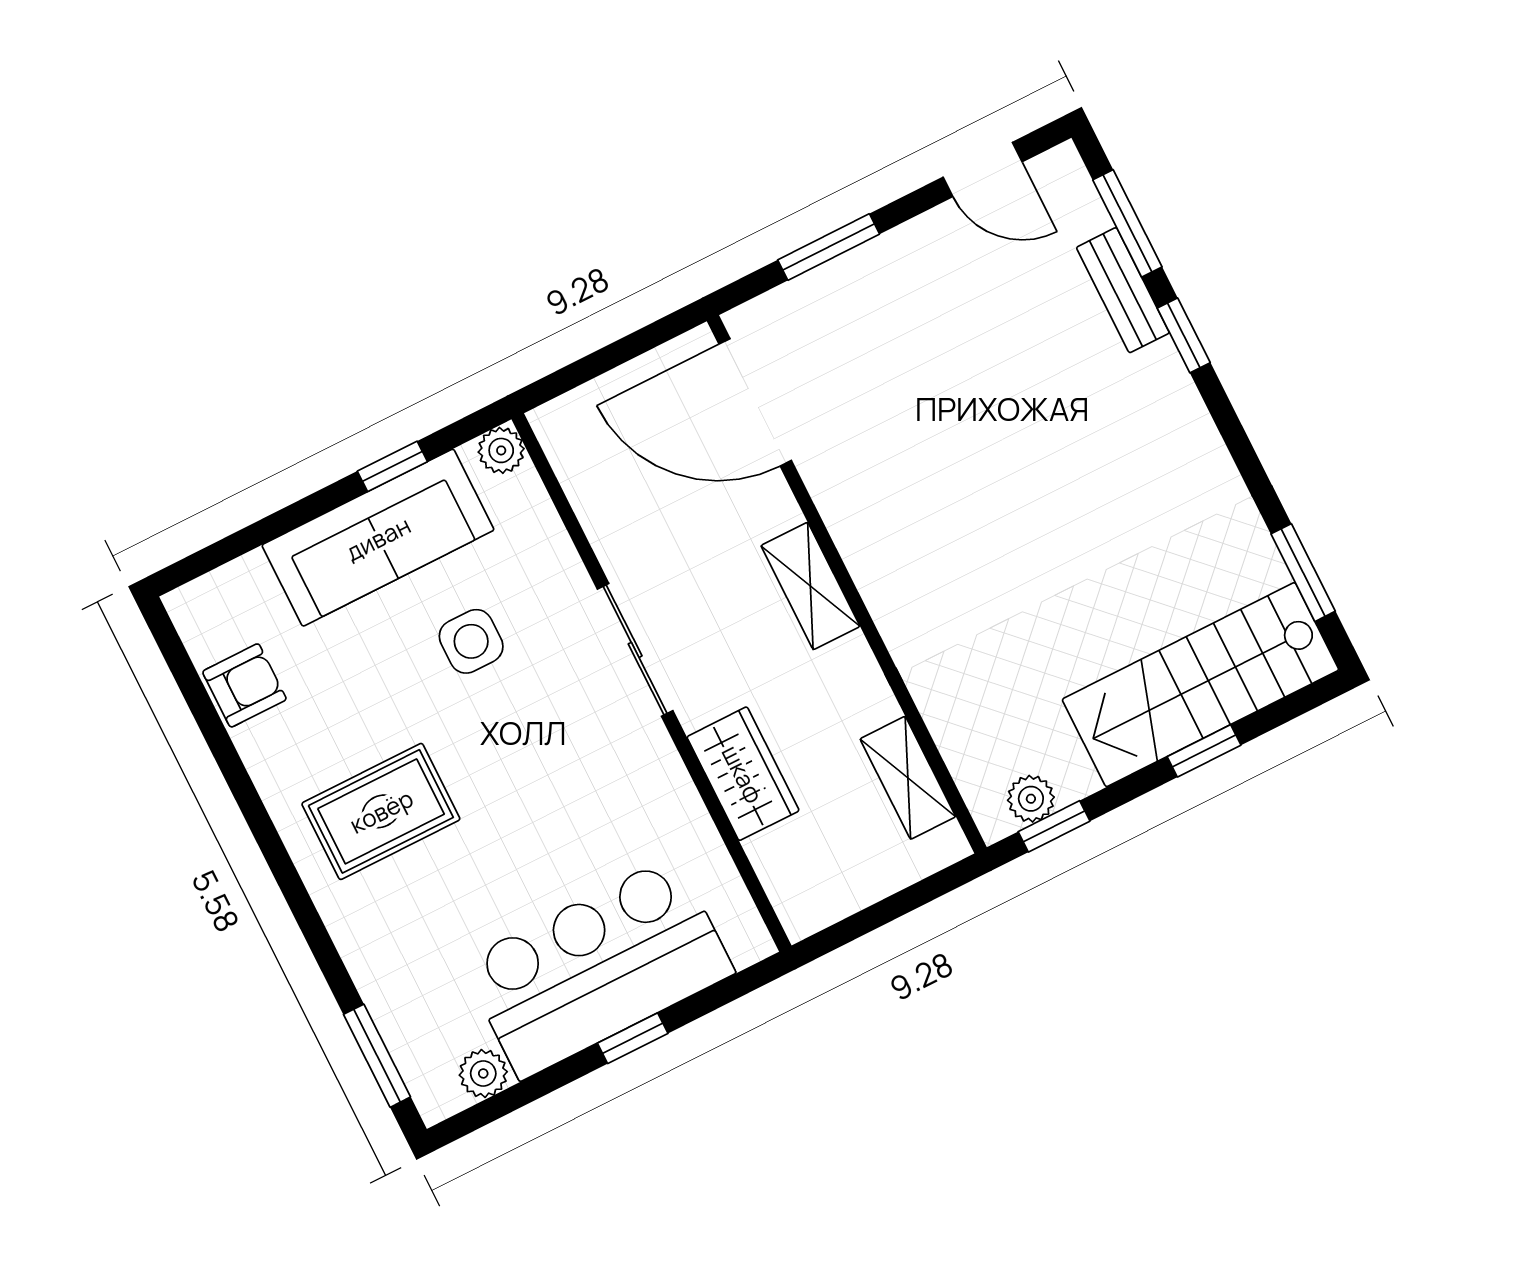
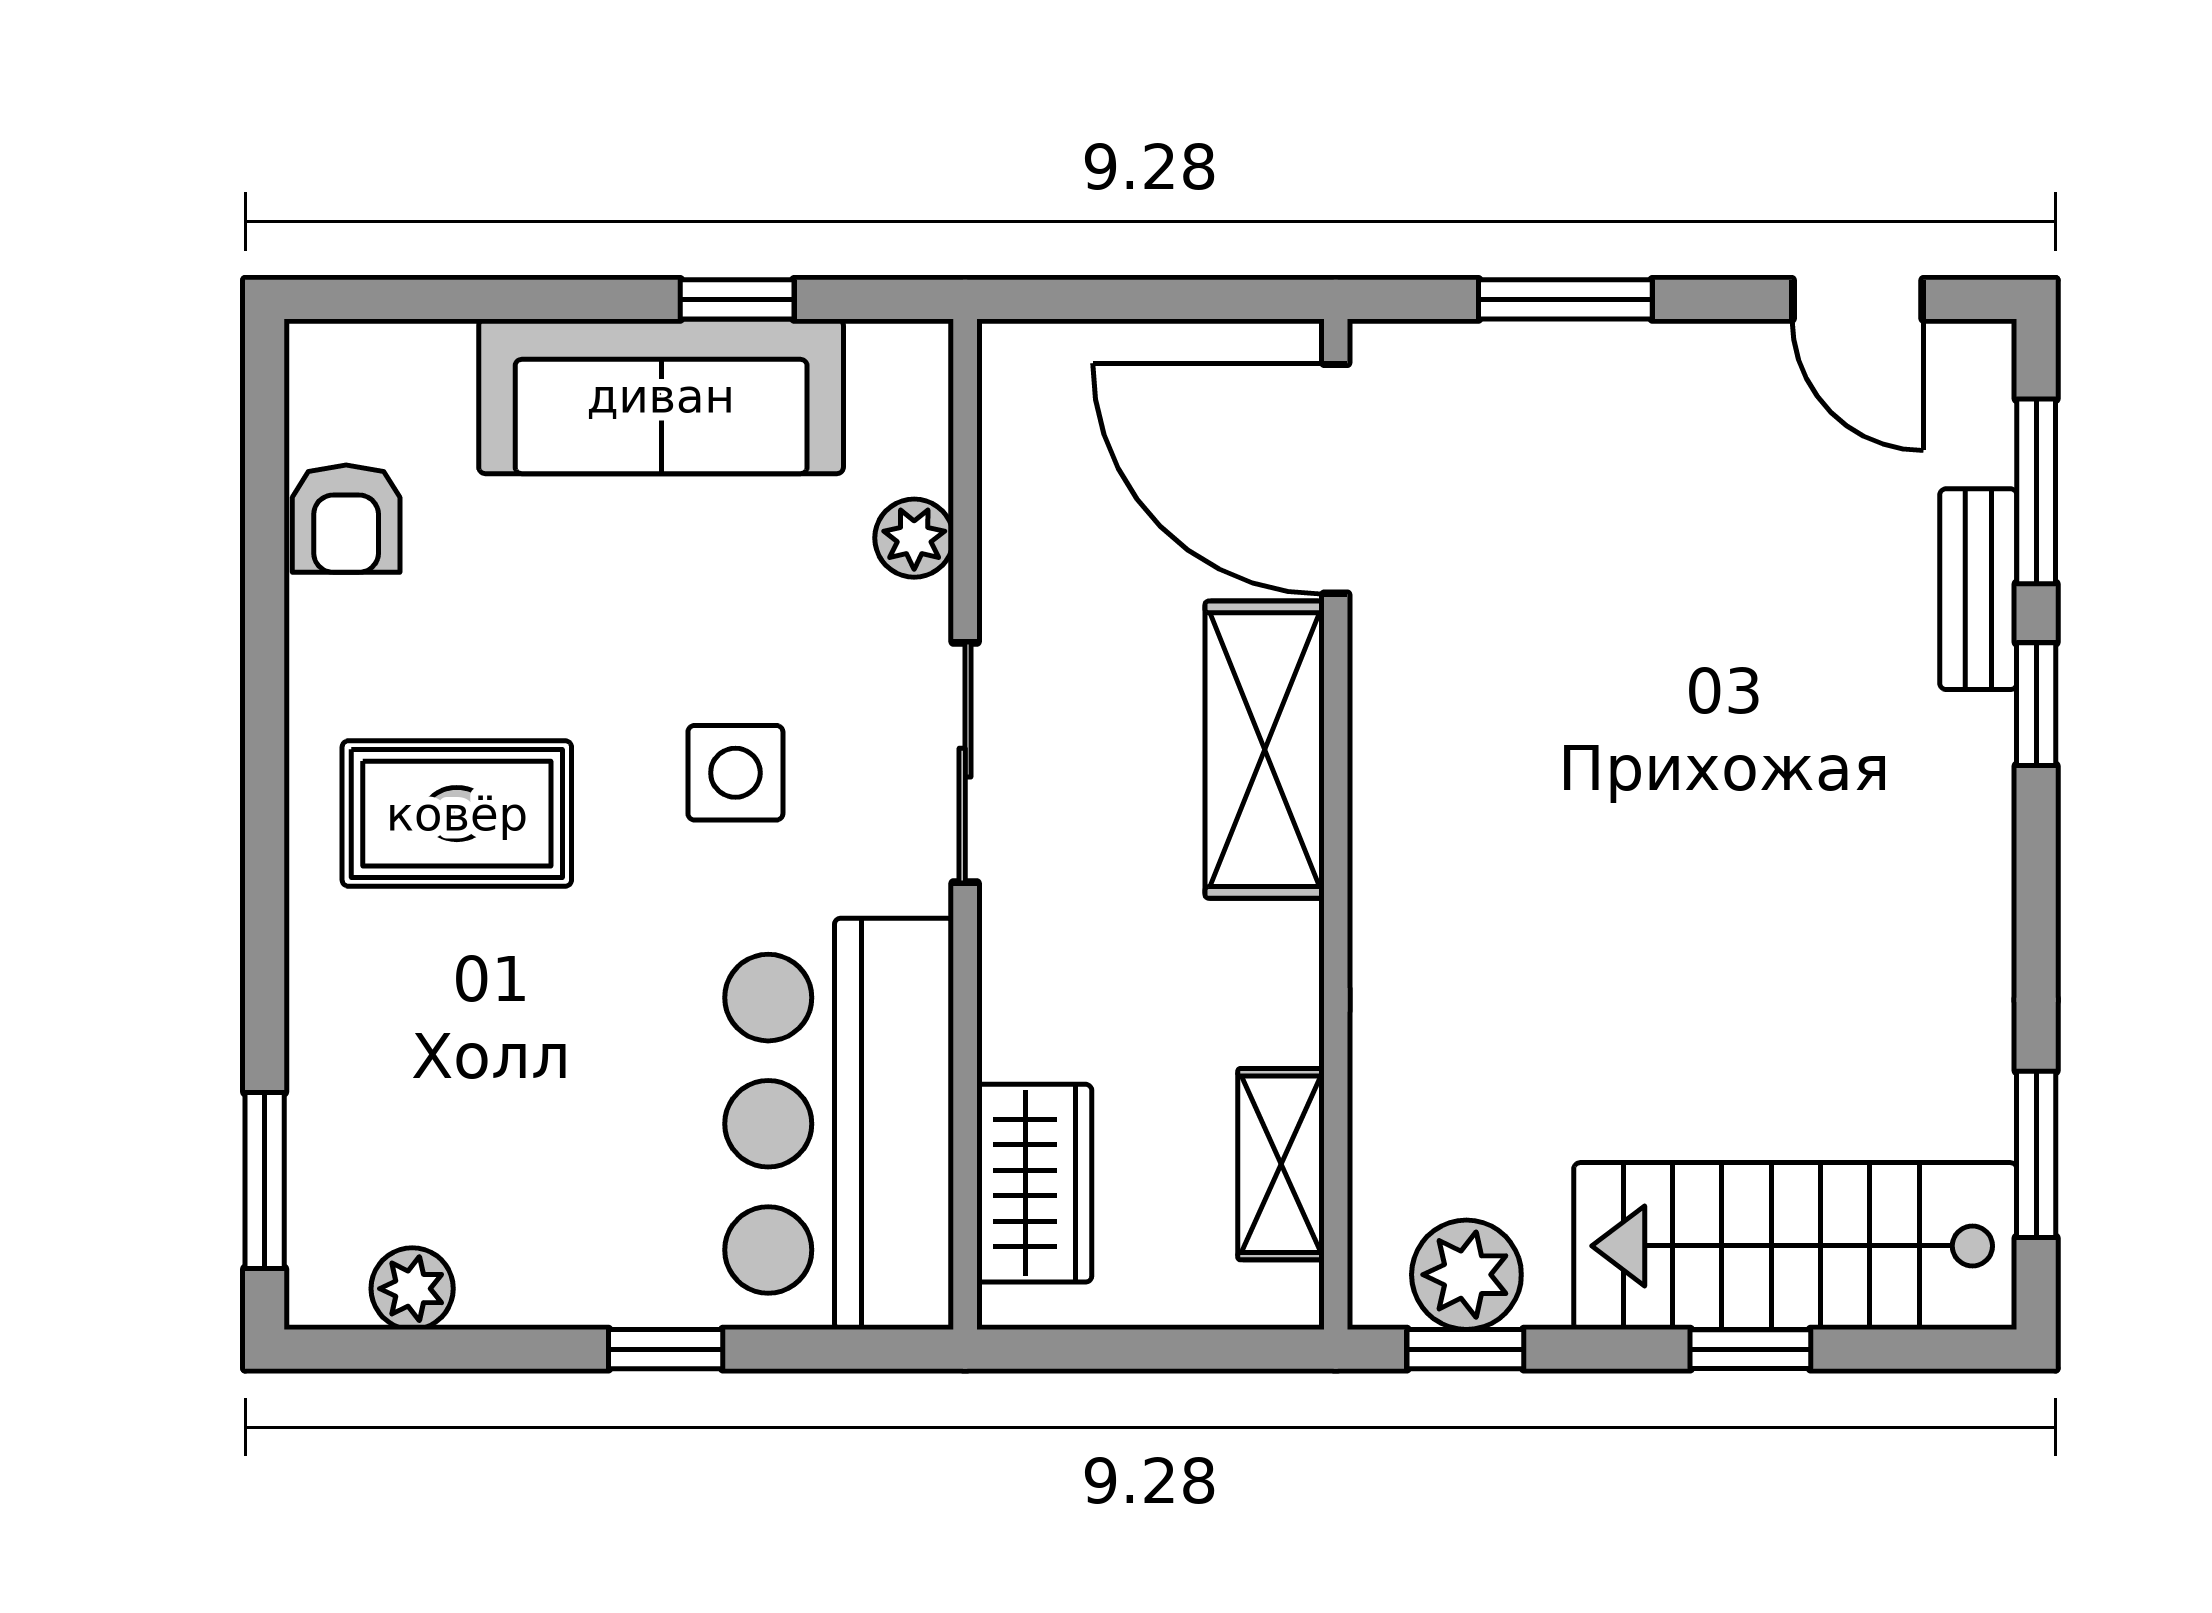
plant: (501, 450) -> (914, 538), moved
shelving: (810, 586) -> (1265, 750), width x1.50, depth x1.33
side table: (471, 641) -> (735, 773), moved
armchair: (244, 685) -> (346, 519), turned 90
wardrobe: (743, 774) -> (1034, 1183), moved
plant: (1031, 799) -> (1466, 1275), width x1.38, depth x1.38
bar counter: (598, 967) -> (839, 1124), moved, turned -90

